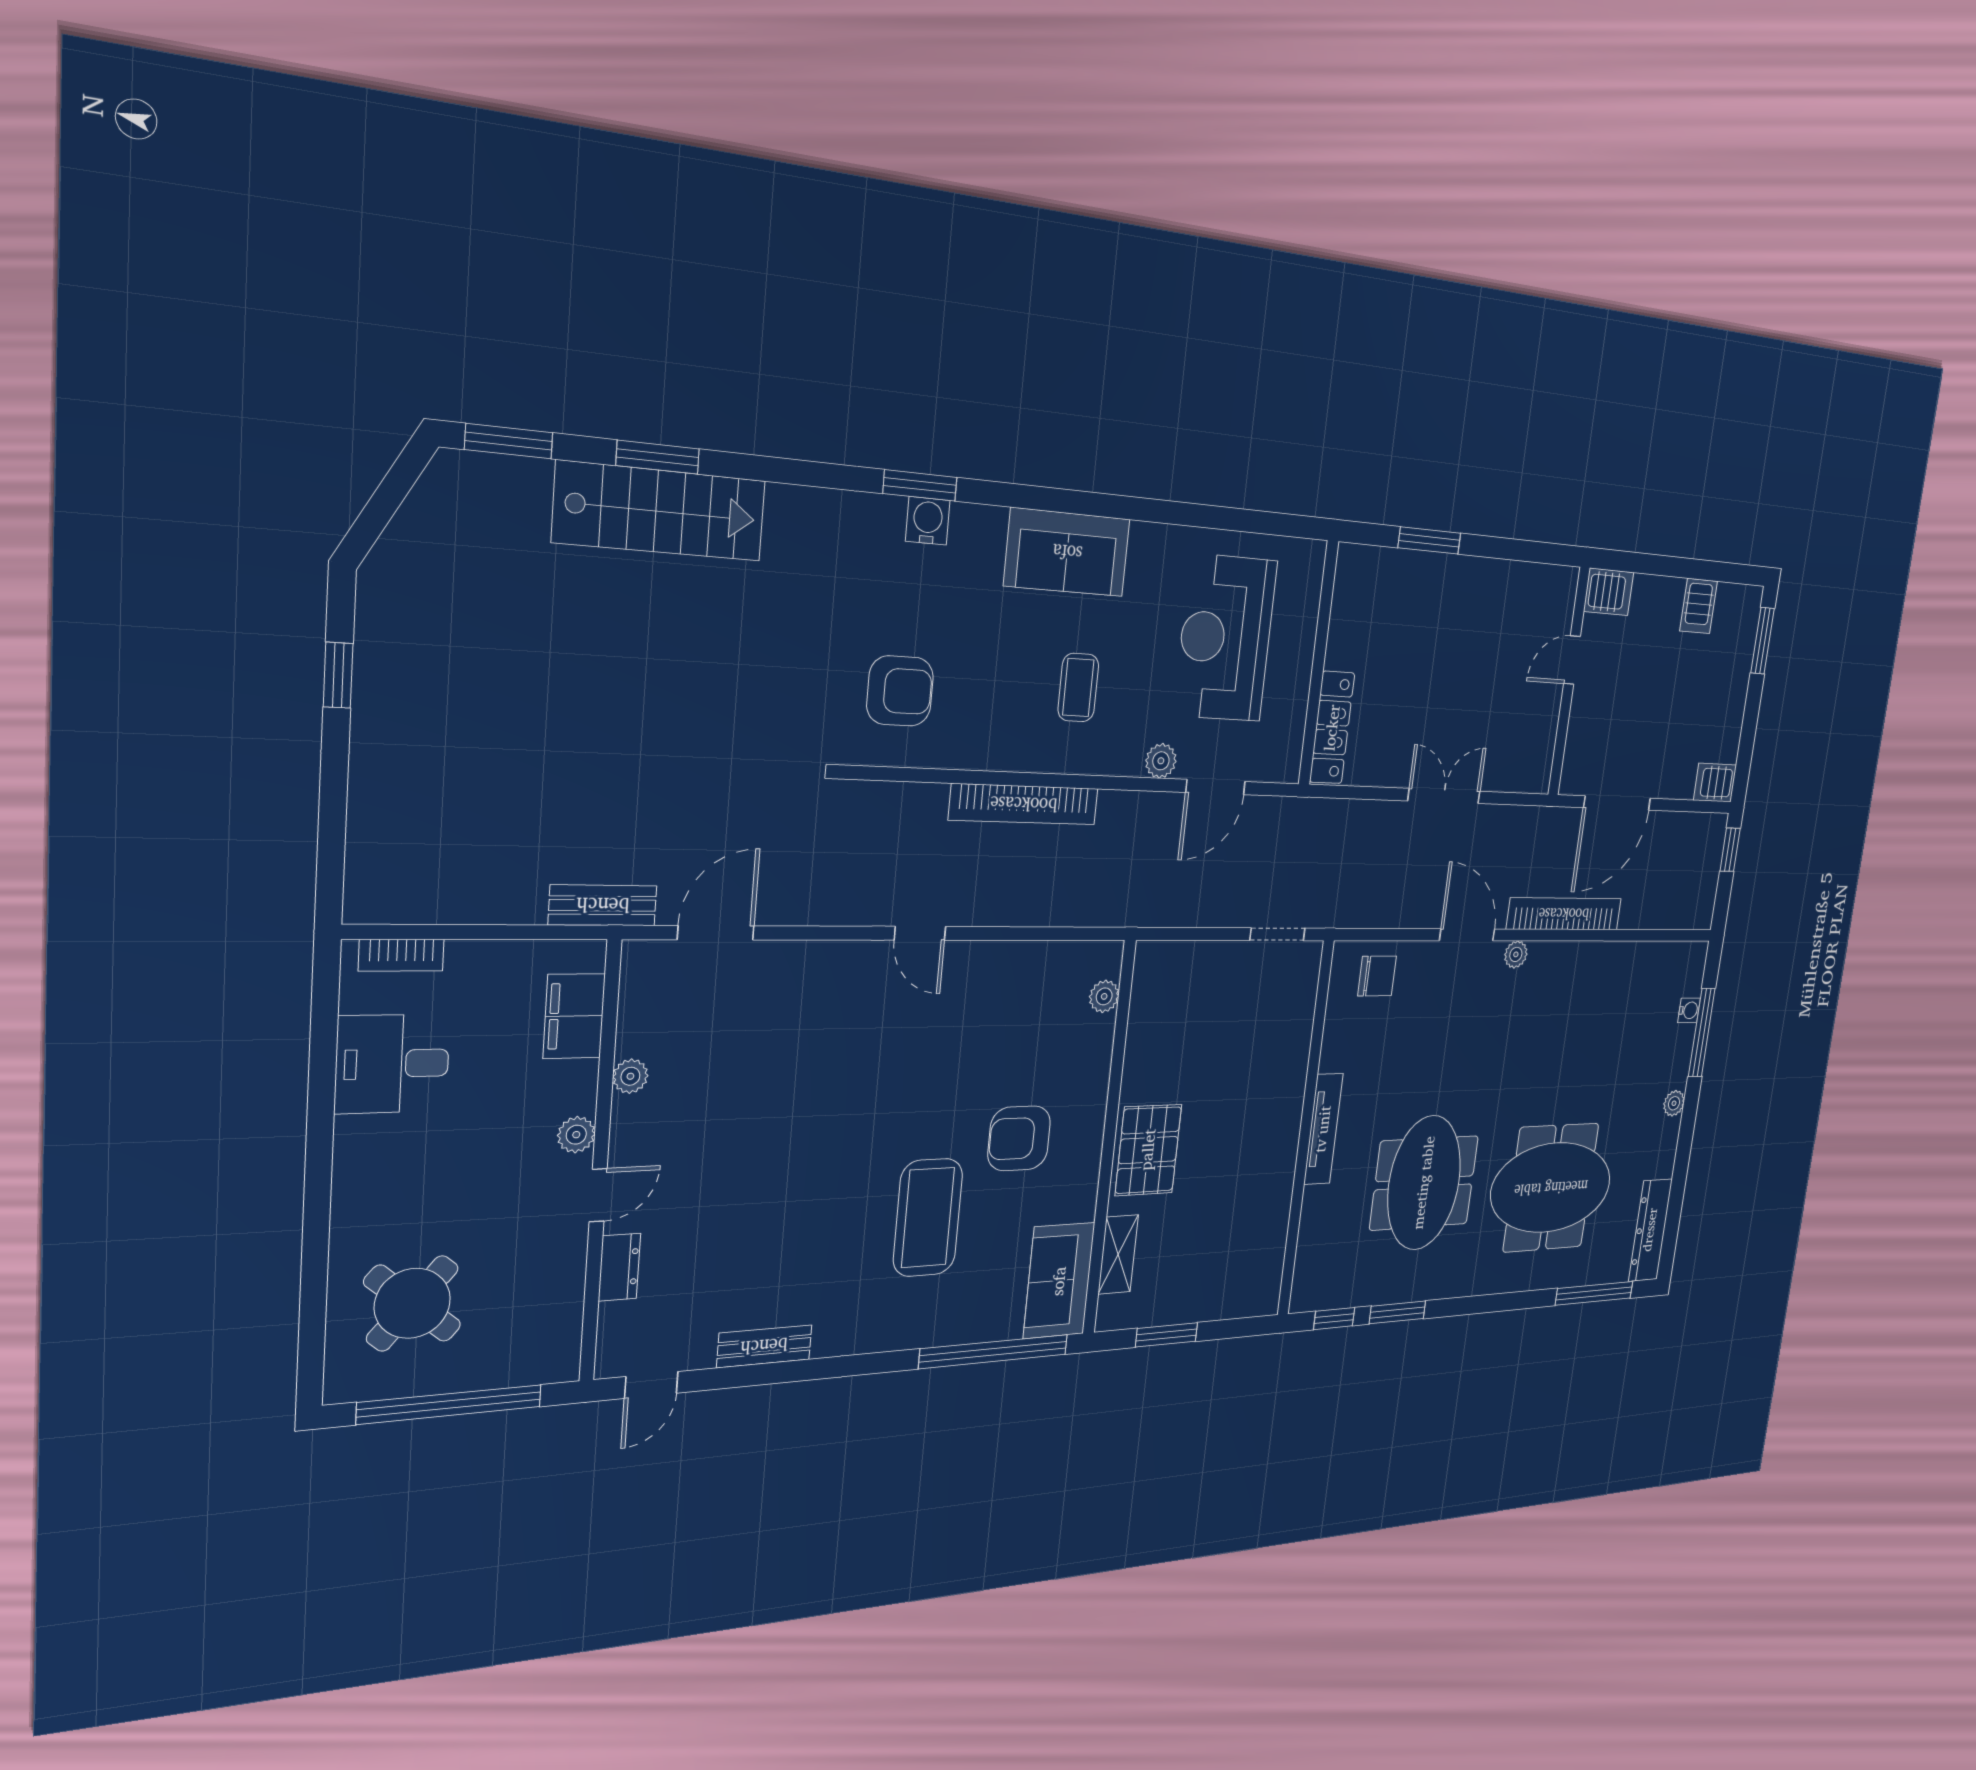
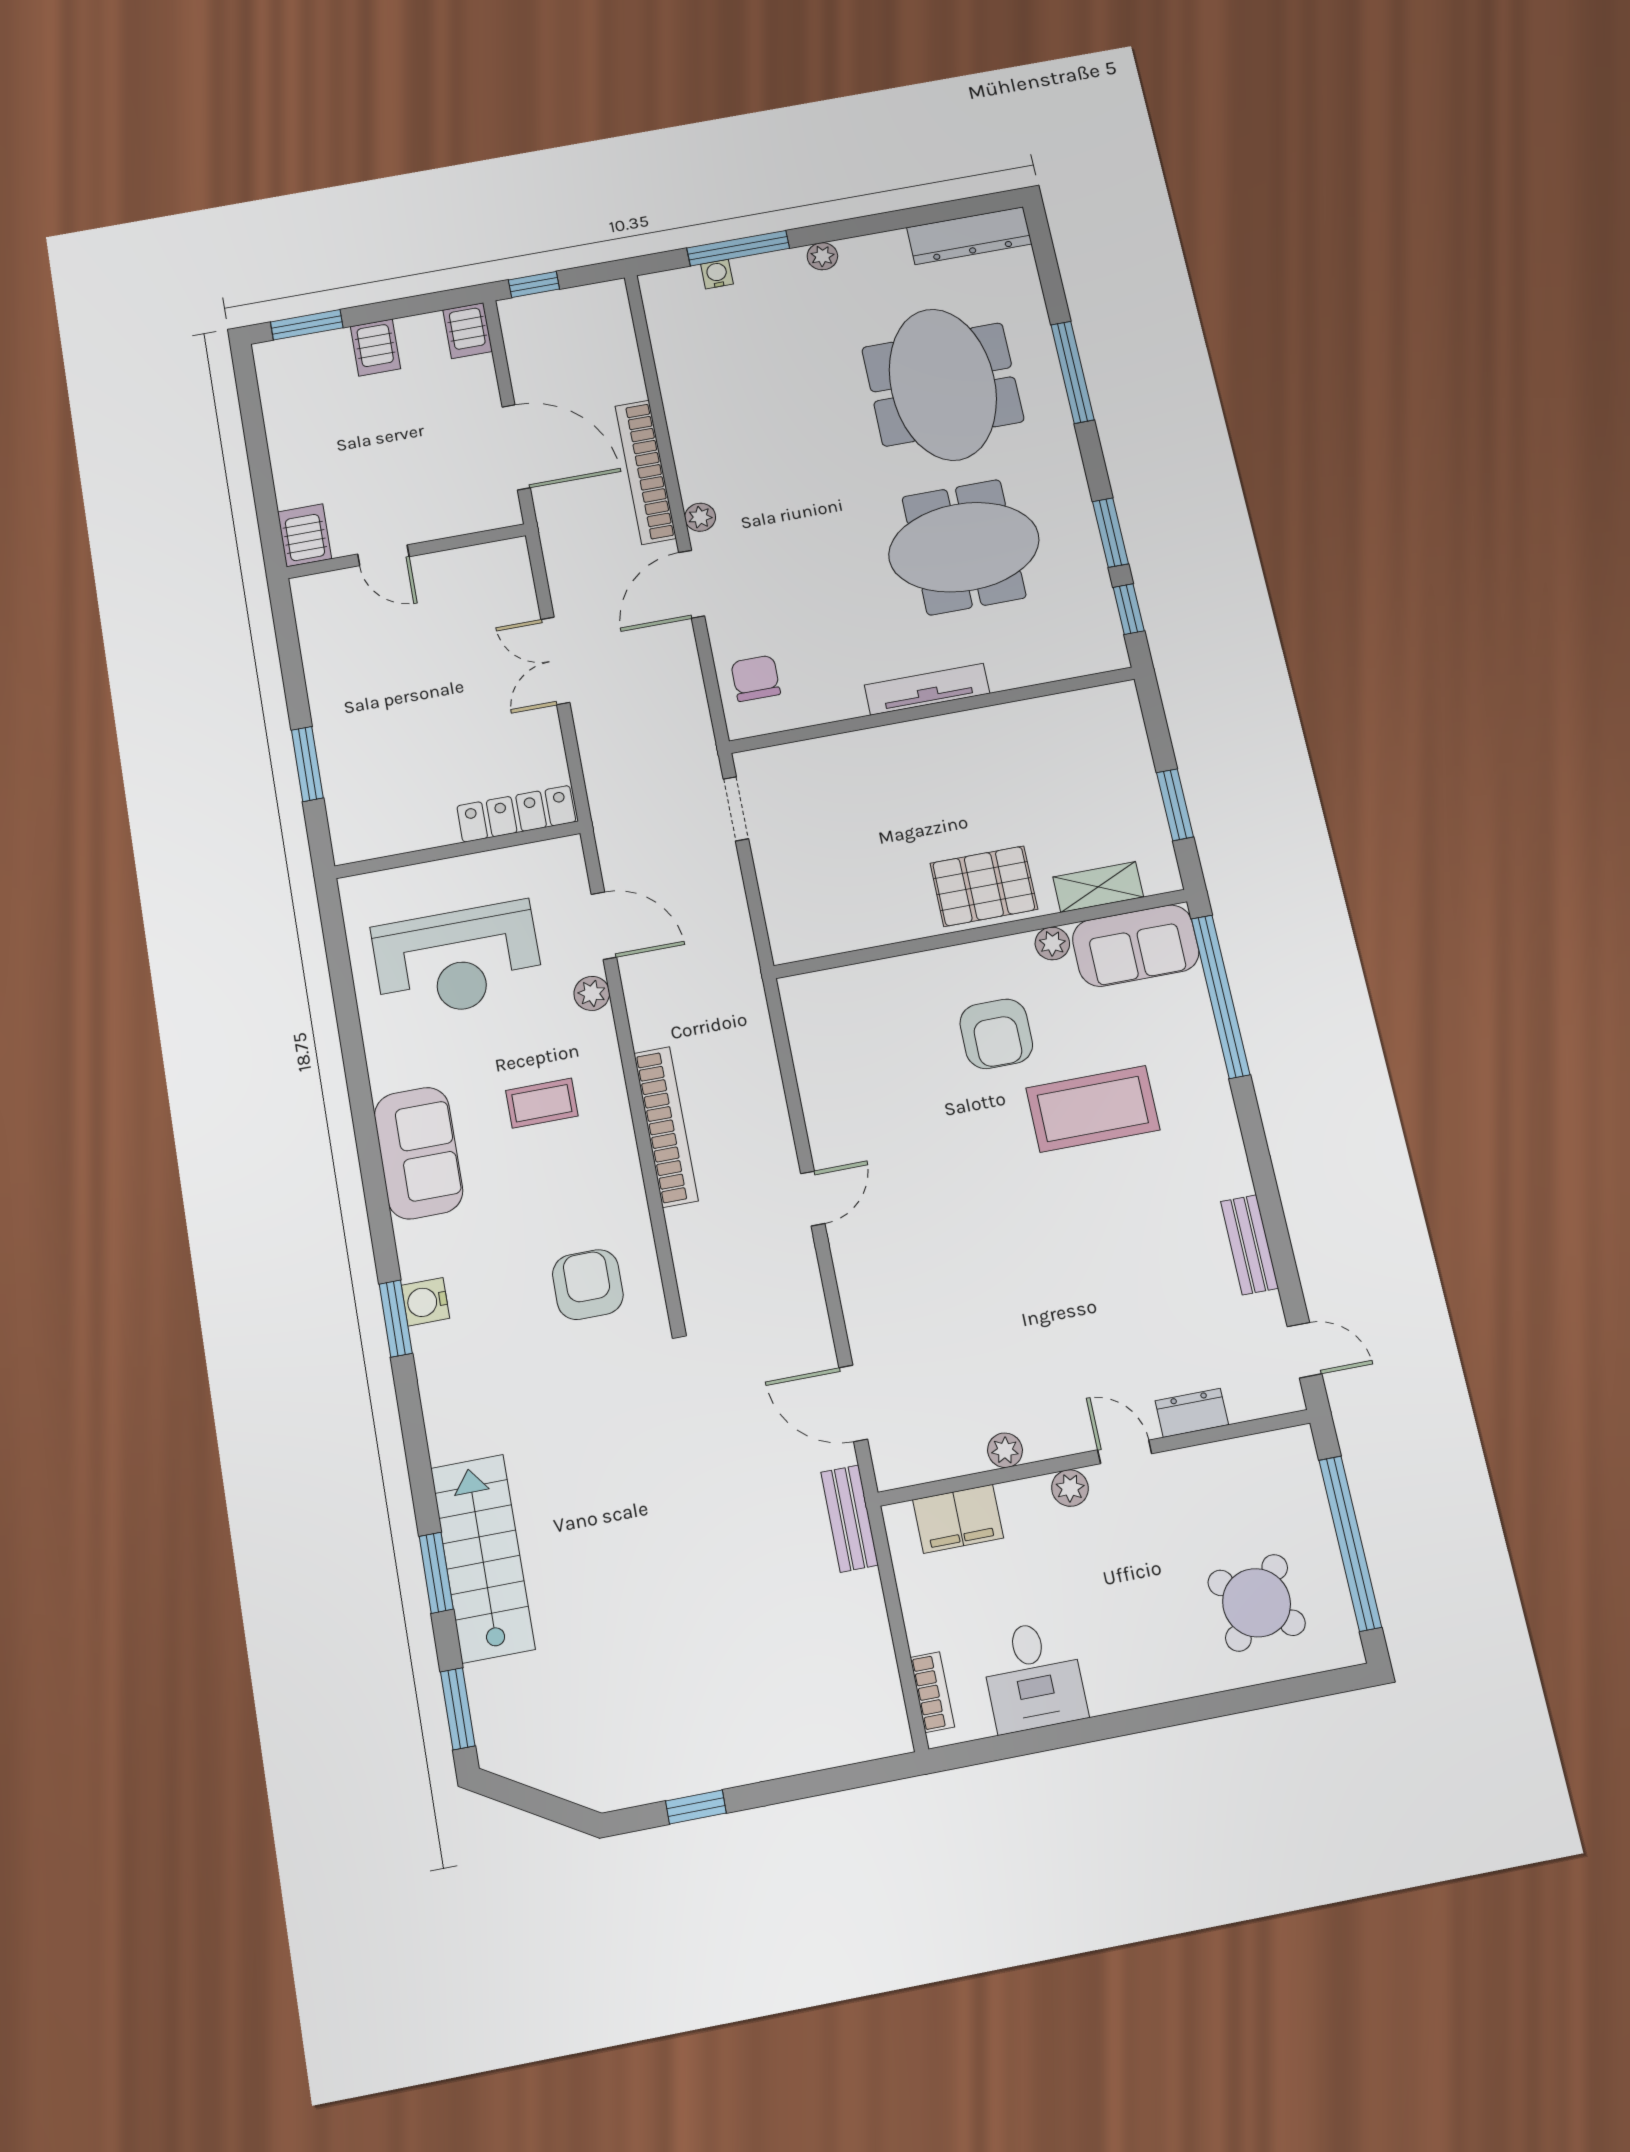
server rack: (1698, 606) -> (376, 348), moved, turned 90
plant: (1104, 996) -> (1052, 943), moved
window: (1594, 1293) -> (1072, 372), moved

